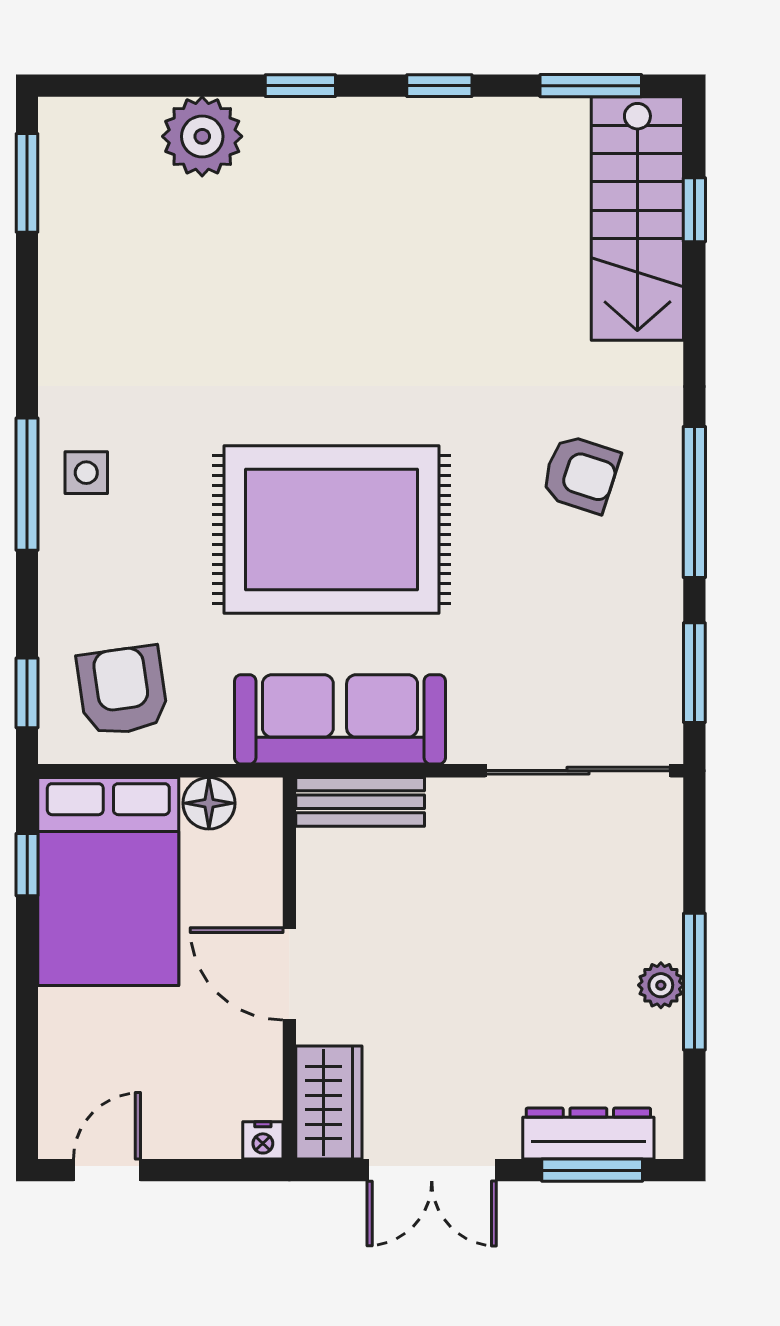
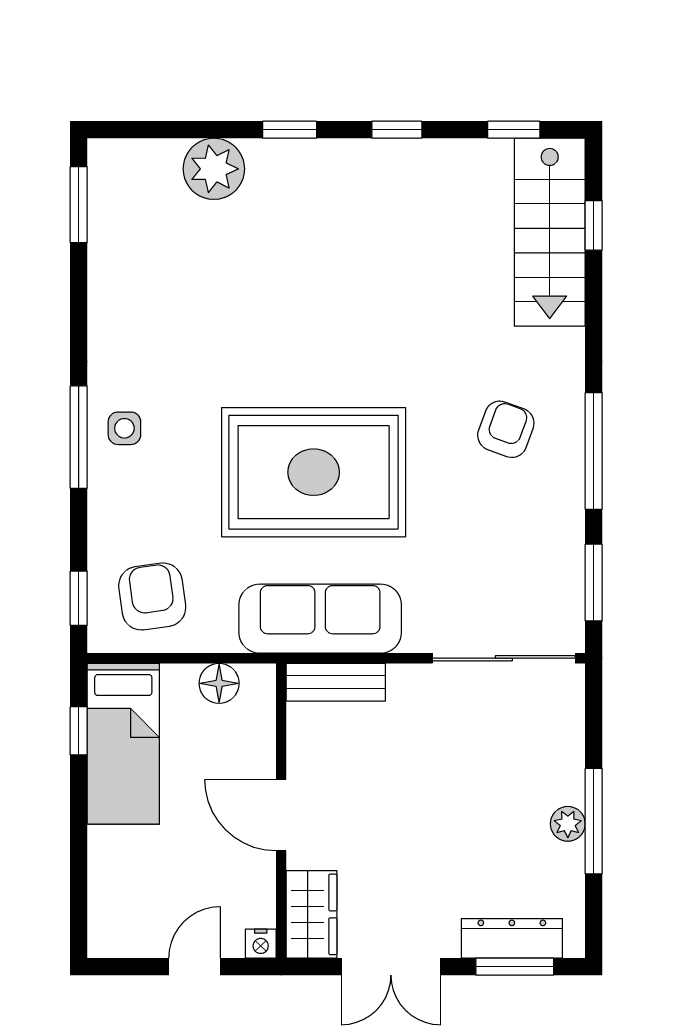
window: (591, 86) -> (514, 130), width x0.67
armchair: (581, 474) -> (506, 429), turned -88
bed: (108, 881) -> (123, 744), width x0.67
door: (107, 1170) -> (195, 967), moved

